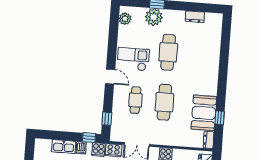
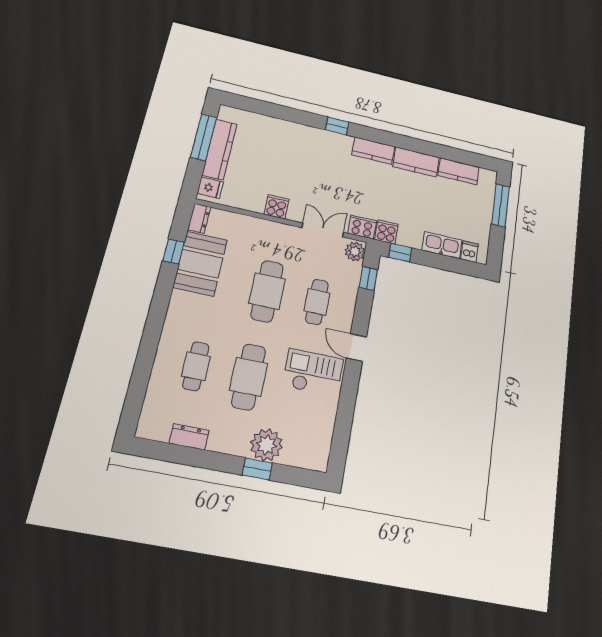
plant: (125, 19) -> (355, 252), moved
cafe table: (197, 54) -> (196, 366), added
checkout: (133, 59) -> (313, 373), turned 180
dishwasher: (81, 148) -> (469, 252), moved

